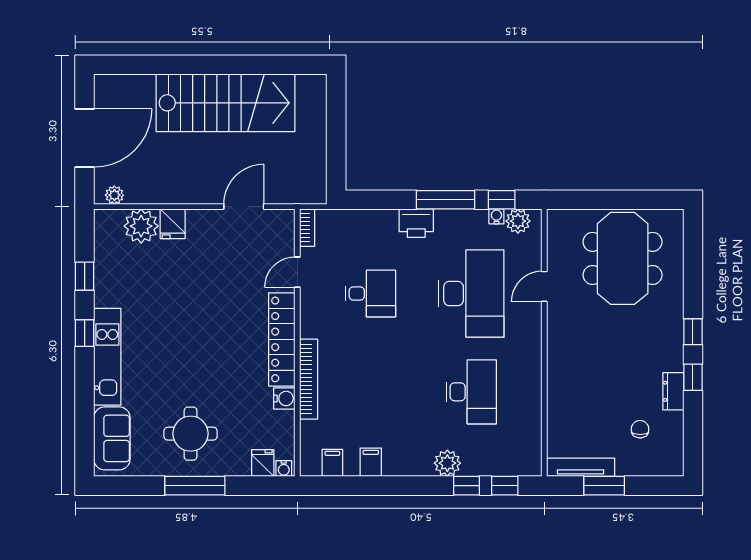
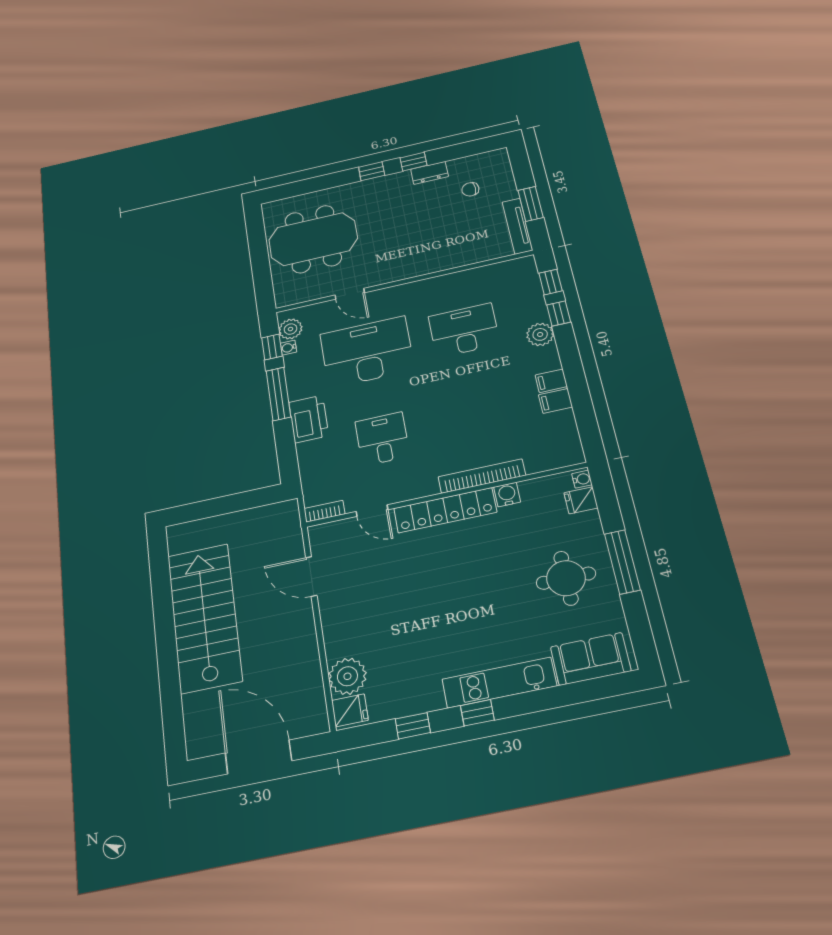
plant: (114, 195) -> (317, 712), removed
printer: (416, 223) -> (309, 419), width x1.37, depth x1.19
fridge: (173, 224) -> (350, 710), moved
filing cabinet: (332, 463) -> (551, 381), moved

